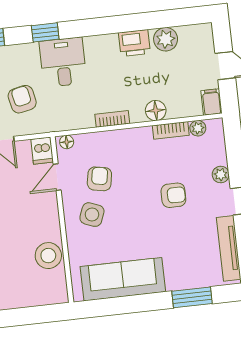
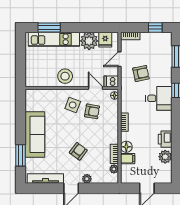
filing cabinet: (212, 102) -> (128, 159), moved
armchair: (173, 195) -> (78, 151), turned -143
stool: (48, 256) -> (65, 76), moved
sofa: (123, 279) -> (35, 134), moved

